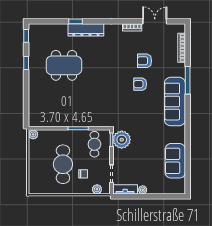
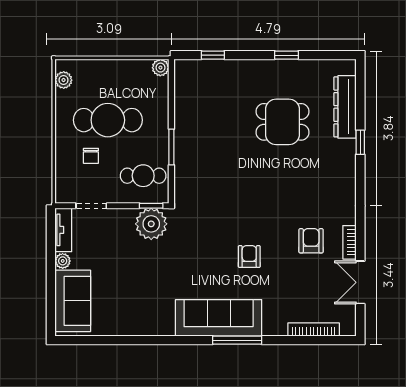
double door: (155, 21) -> (360, 282), swing flipped
dresser: (86, 30) -> (345, 107), moved
window: (26, 36) -> (213, 55), moved
armchair: (144, 61) -> (311, 241), moved
dining table: (64, 65) -> (282, 122), width x0.73
window: (188, 80) -> (237, 340), moved
sofa: (175, 161) -> (73, 301), moved, turned 90
plant: (97, 189) -> (64, 80), moved

